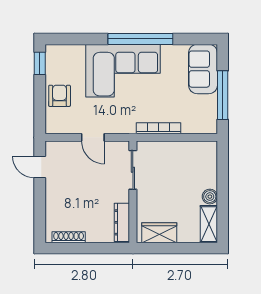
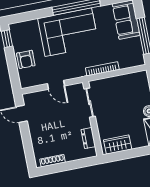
armchair: (60, 96) -> (26, 59), turned 180
dresser: (122, 222) -> (88, 138), width x0.70

